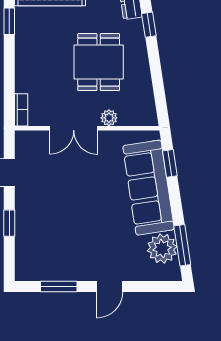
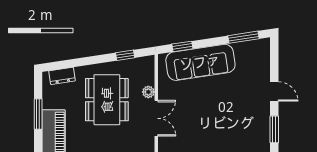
window: (149, 25) -> (125, 55), moved
dining table: (99, 62) -> (107, 100), width x1.38
plant: (162, 249) -> (246, 52), removed

